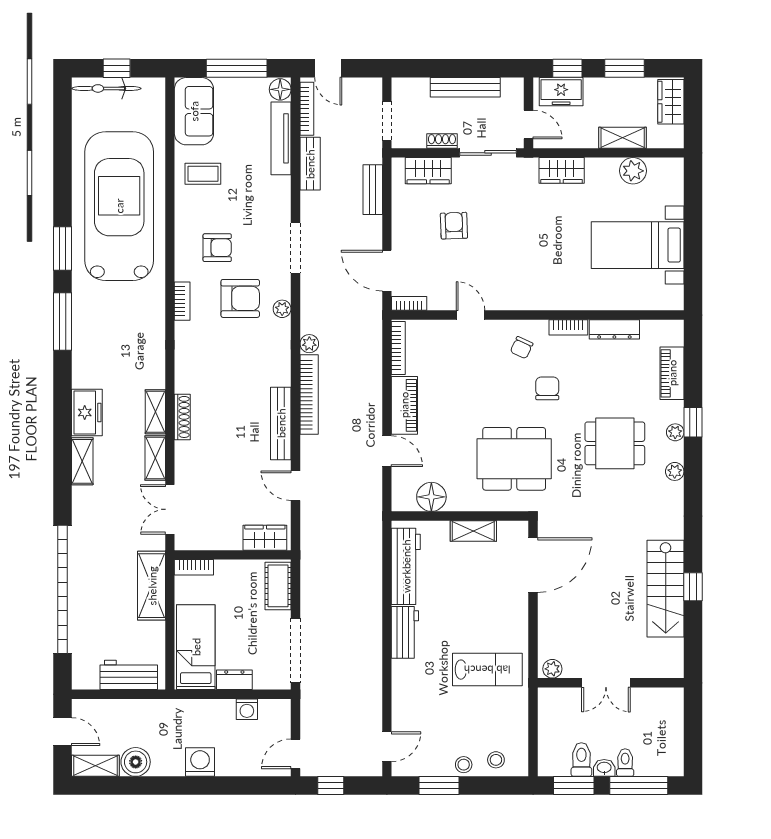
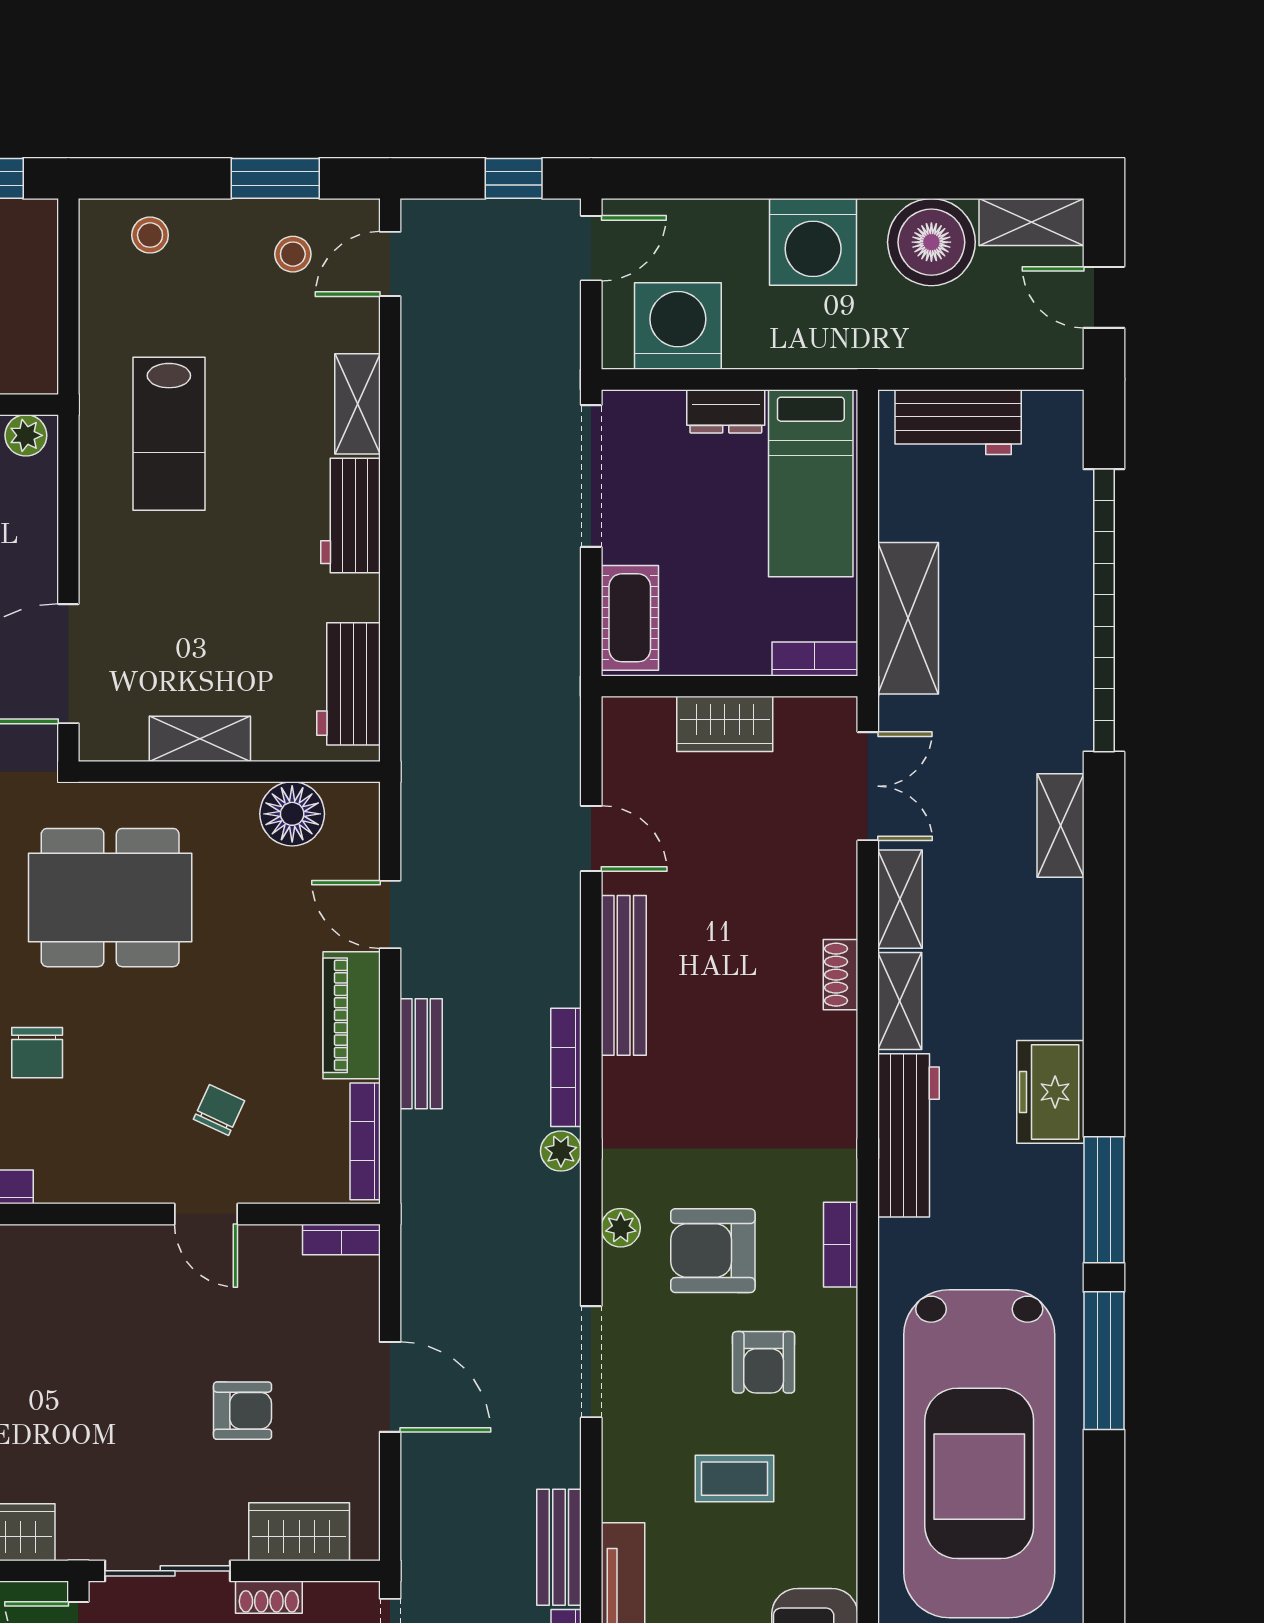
coffee table: (203, 174) -> (734, 1479), moved
bench: (373, 190) -> (421, 1054), moved
armchair: (454, 226) -> (243, 1411), turned -88
window: (63, 248) -> (1104, 1361), width x1.44
armchair: (217, 248) -> (764, 1362), turned -90
door: (387, 271) -> (390, 1387), moved
chair: (522, 348) -> (219, 1110), moved
workbench: (151, 351) -> (908, 1135), added
bookcase: (309, 395) -> (566, 1067), width x0.68, depth x0.76
freezer: (87, 412) -> (1050, 1092), moved
shoe rack: (182, 417) -> (840, 975), width x0.70
shelving: (82, 461) -> (1061, 826), moved
wardrobe: (265, 538) -> (725, 724), moved
workbench: (406, 566) -> (348, 684), width x0.73
lab bench: (487, 670) -> (169, 434), turned -90
shelving: (402, 683) -> (357, 404), added
washing machine: (247, 709) -> (678, 326), width x1.89, depth x1.89
boiler: (136, 762) -> (931, 242), width x1.37, depth x1.37
washing machine: (200, 762) -> (813, 242), width x1.37, depth x1.37
stool: (464, 765) -> (293, 254), moved

